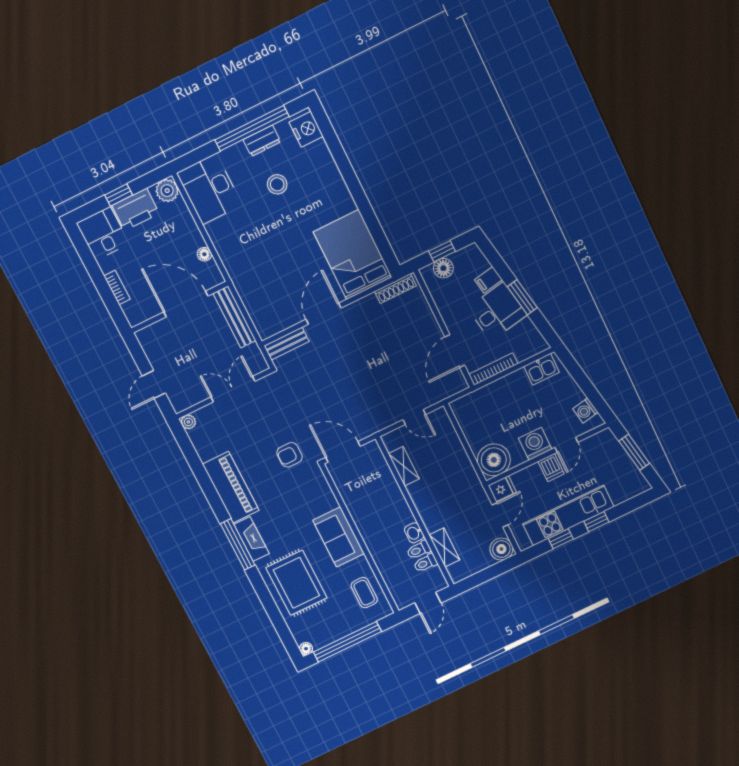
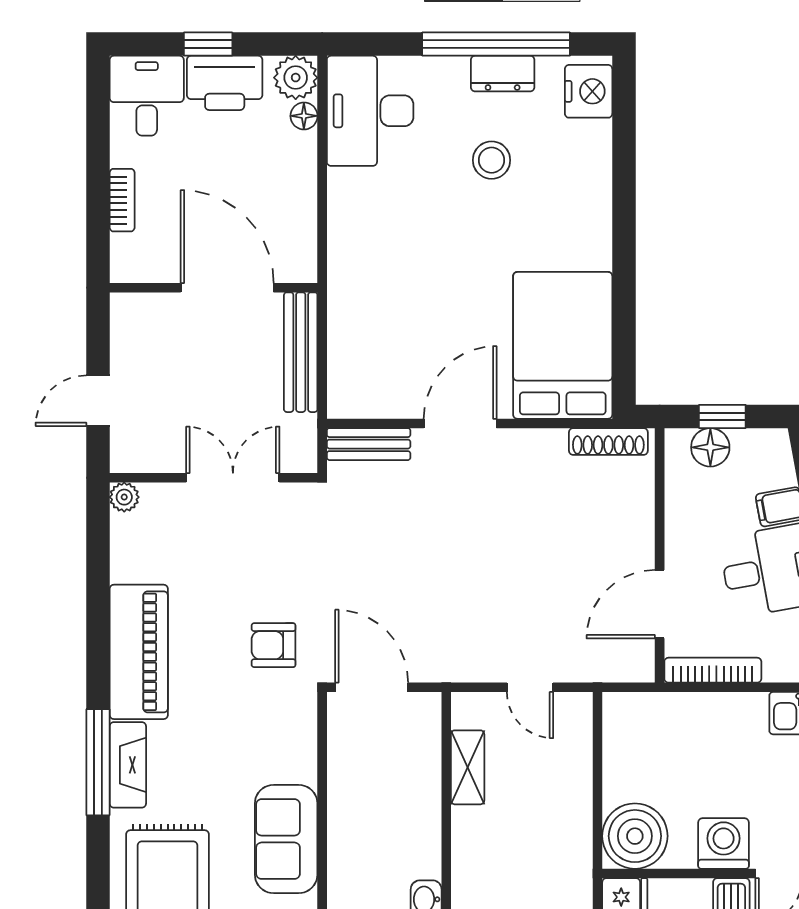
floor lamp: (204, 254) -> (304, 116), moved

